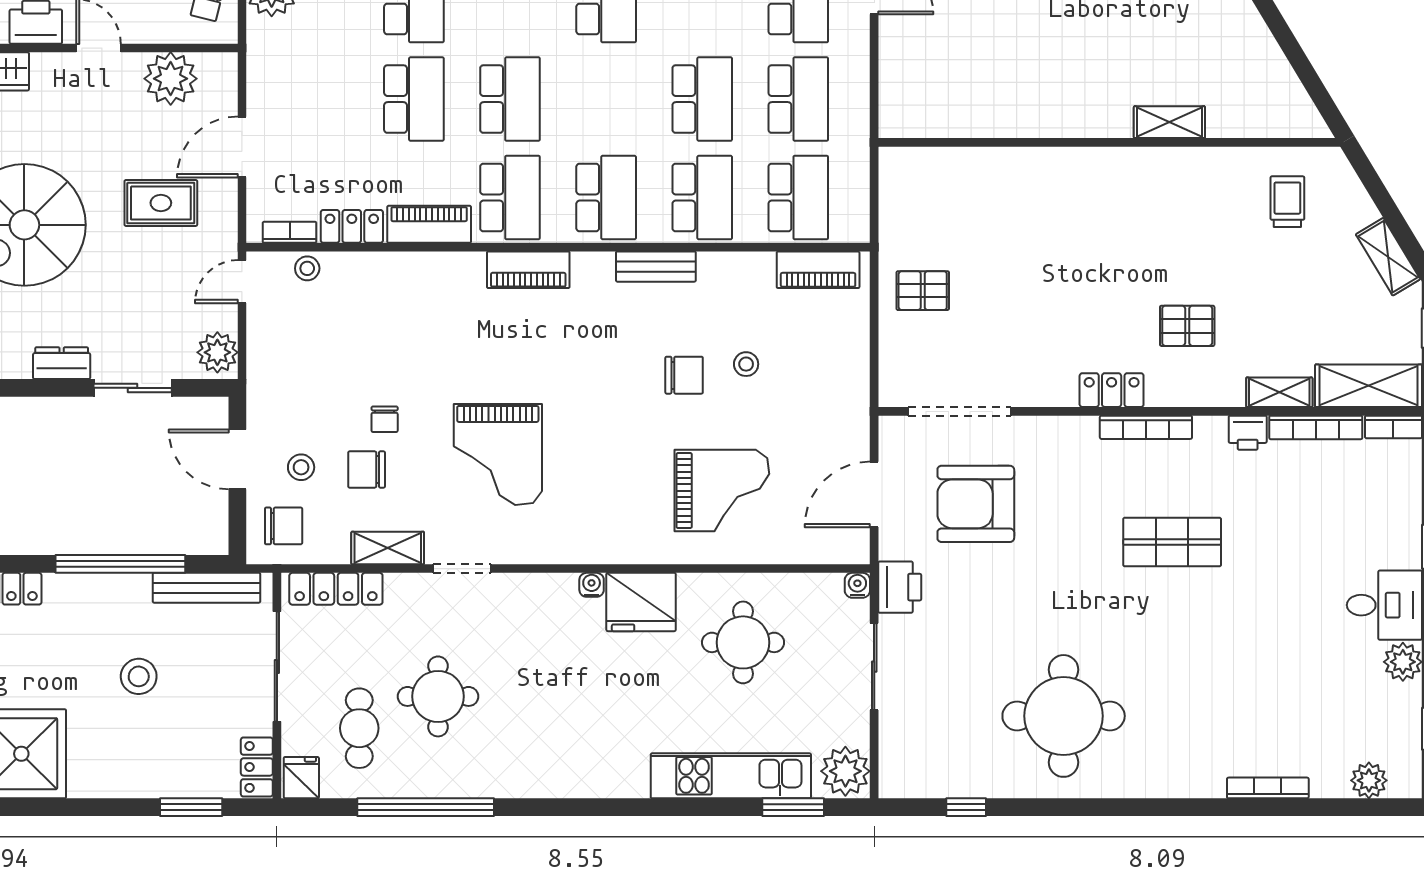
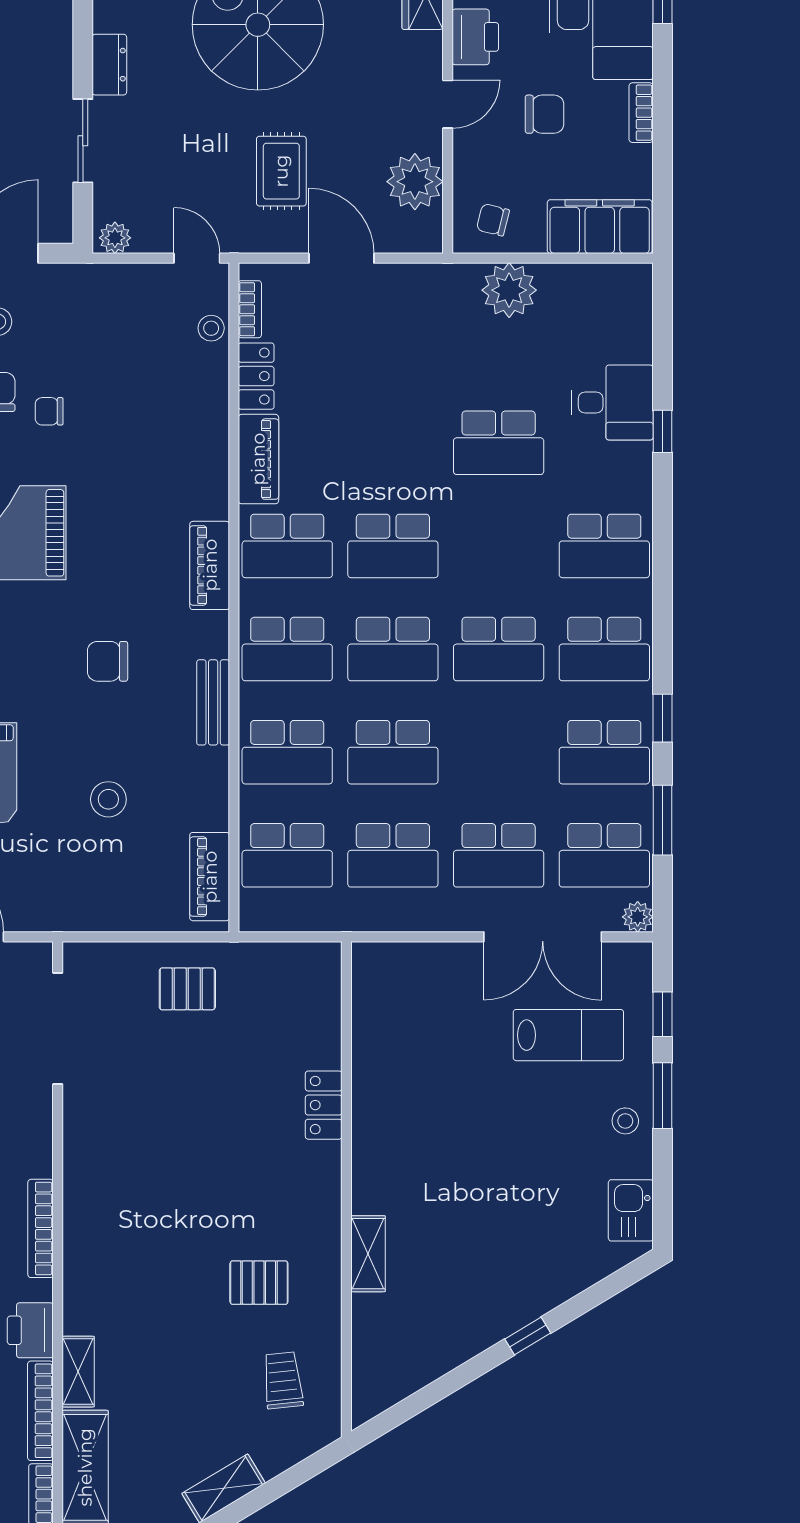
school desk: (414, 99) -> (393, 649), moved
trolley: (1287, 202) -> (283, 1380), turned -96
pallet: (923, 291) -> (187, 989), turned 90
pallet: (1187, 326) -> (259, 1283), moved, turned 90
plant: (217, 352) -> (115, 238), width x0.73, depth x0.73
stool: (746, 364) -> (108, 799), width x1.37, depth x1.37
chair: (684, 375) -> (108, 661), moved, turned 90
locker: (1112, 390) -> (324, 1105), moved, turned 180
printer: (1248, 433) -> (30, 1330), width x1.36, depth x1.24

